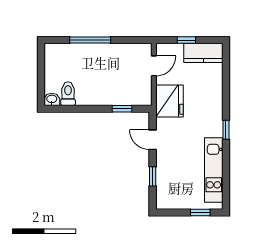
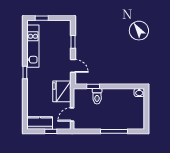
toilet: (68, 94) -> (97, 96), moved

